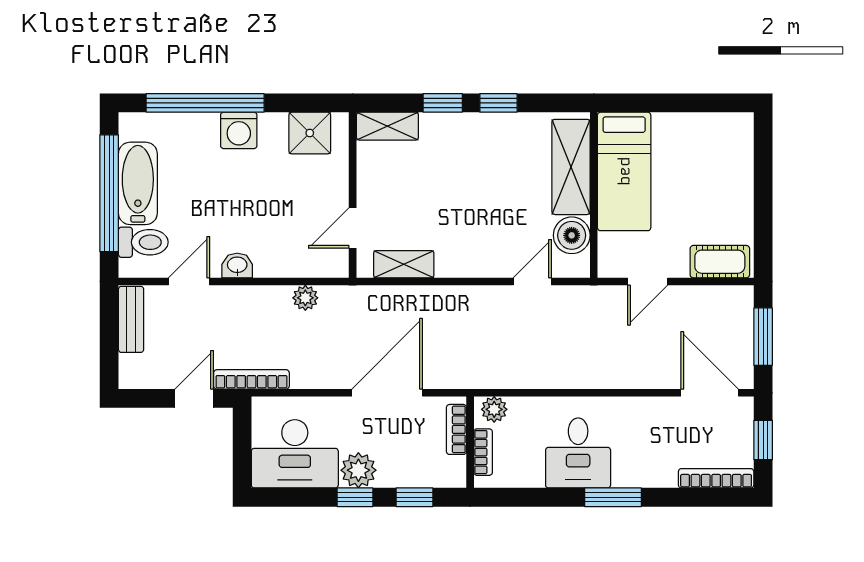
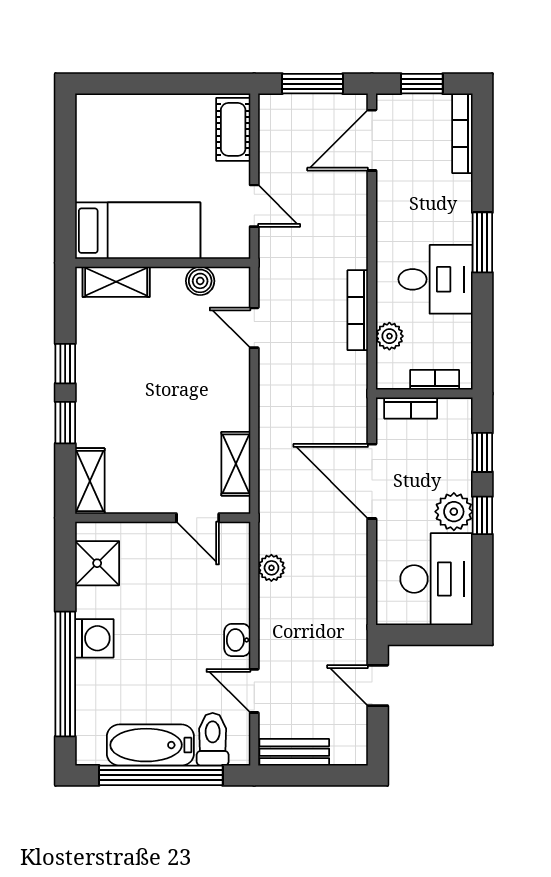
shelving: (571, 167) -> (116, 282), width x0.67, depth x0.75
boiler: (572, 235) -> (200, 281), width x0.73, depth x0.73
bookcase: (251, 379) -> (358, 310), moved
plant: (494, 409) -> (389, 336), moved

